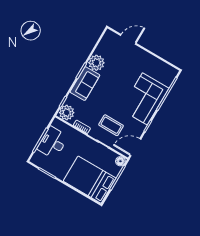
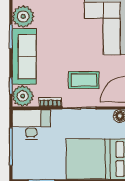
sofa: (85, 84) -> (24, 56), width x1.36
desk: (53, 143) -> (31, 124), moved, turned 90

